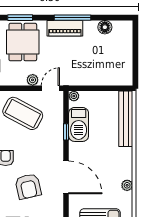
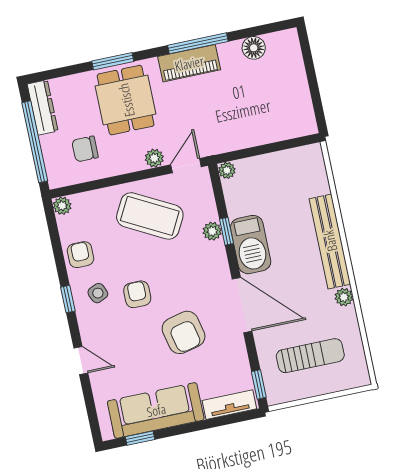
bench: (126, 119) -> (330, 241), moved
barbecue: (79, 124) -> (251, 245), moved
plant: (58, 130) -> (212, 231), added

